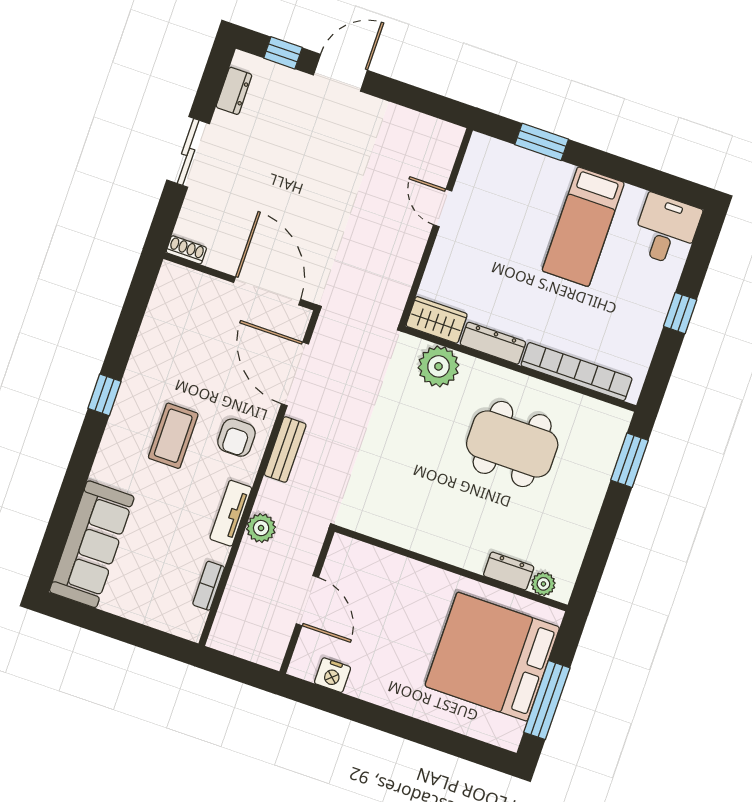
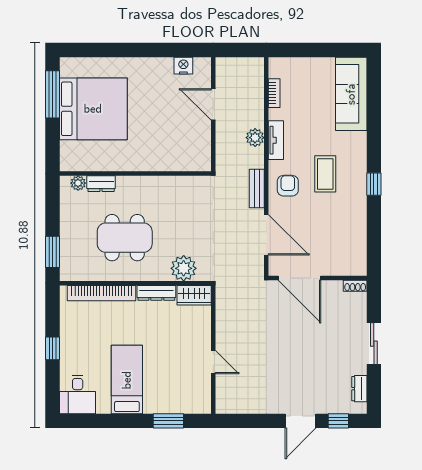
wall: (451, 568) -> (135, 174), moved
dresser: (509, 571) -> (101, 184), moved
plant: (543, 584) -> (78, 183), moved

